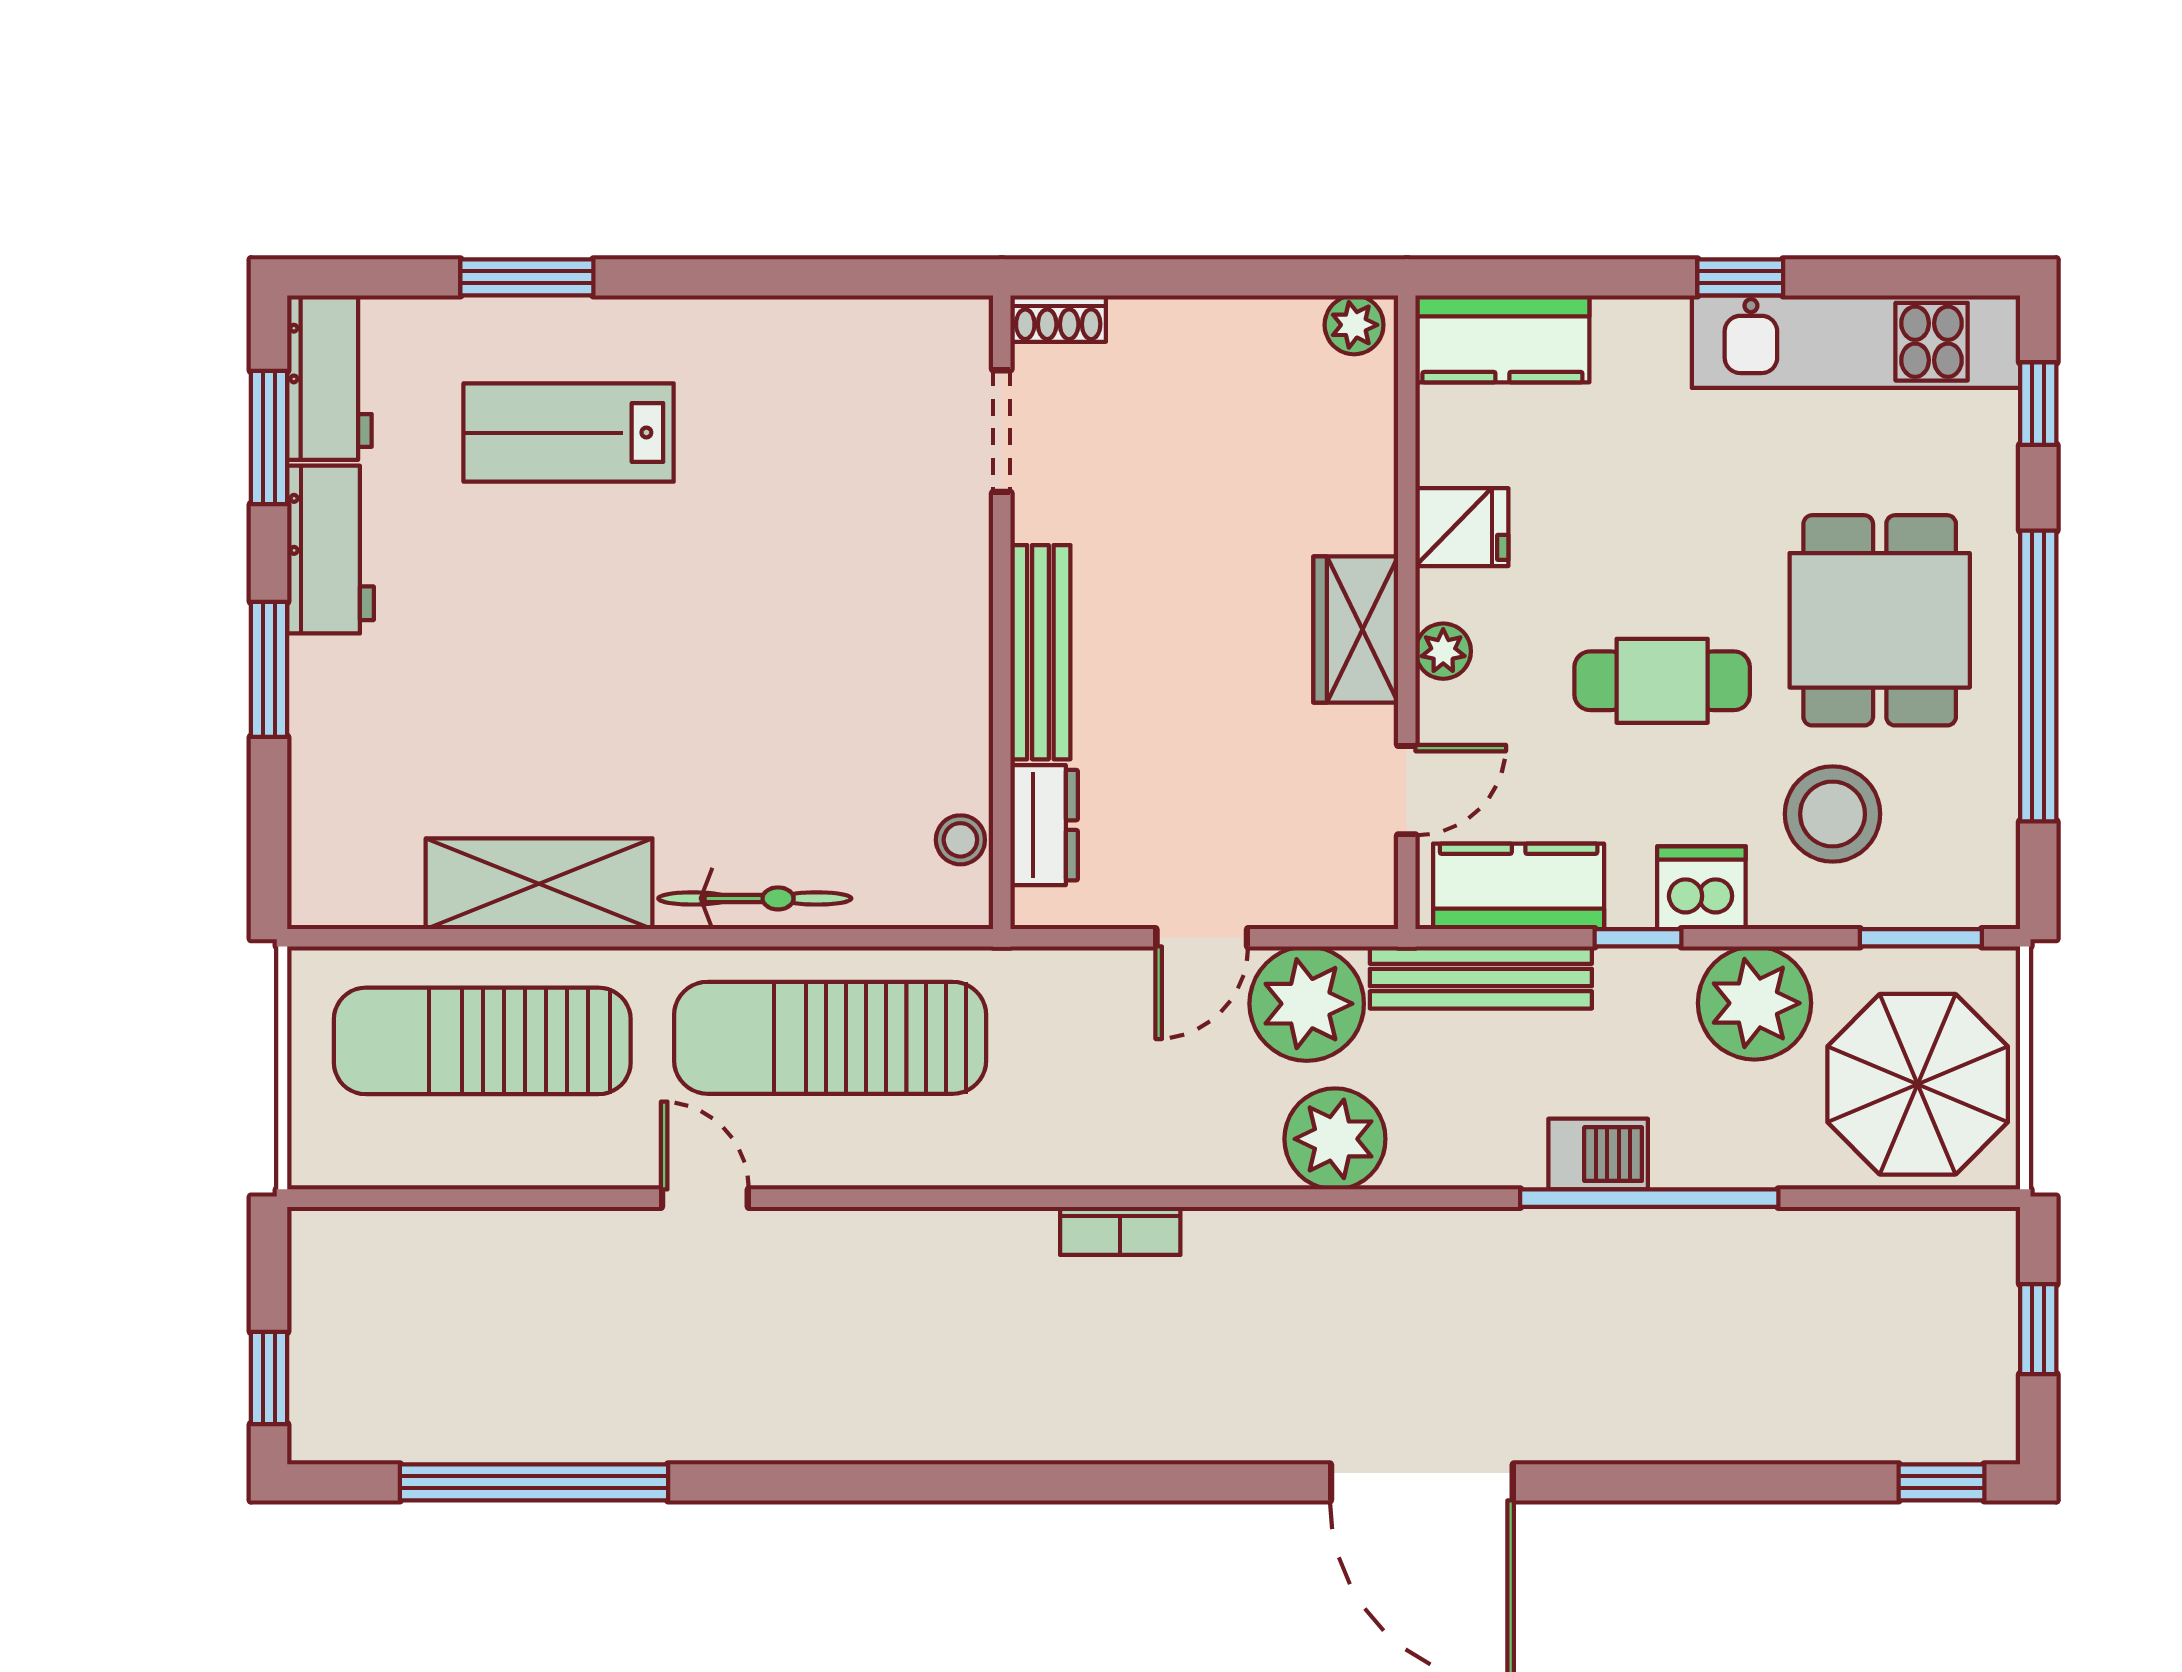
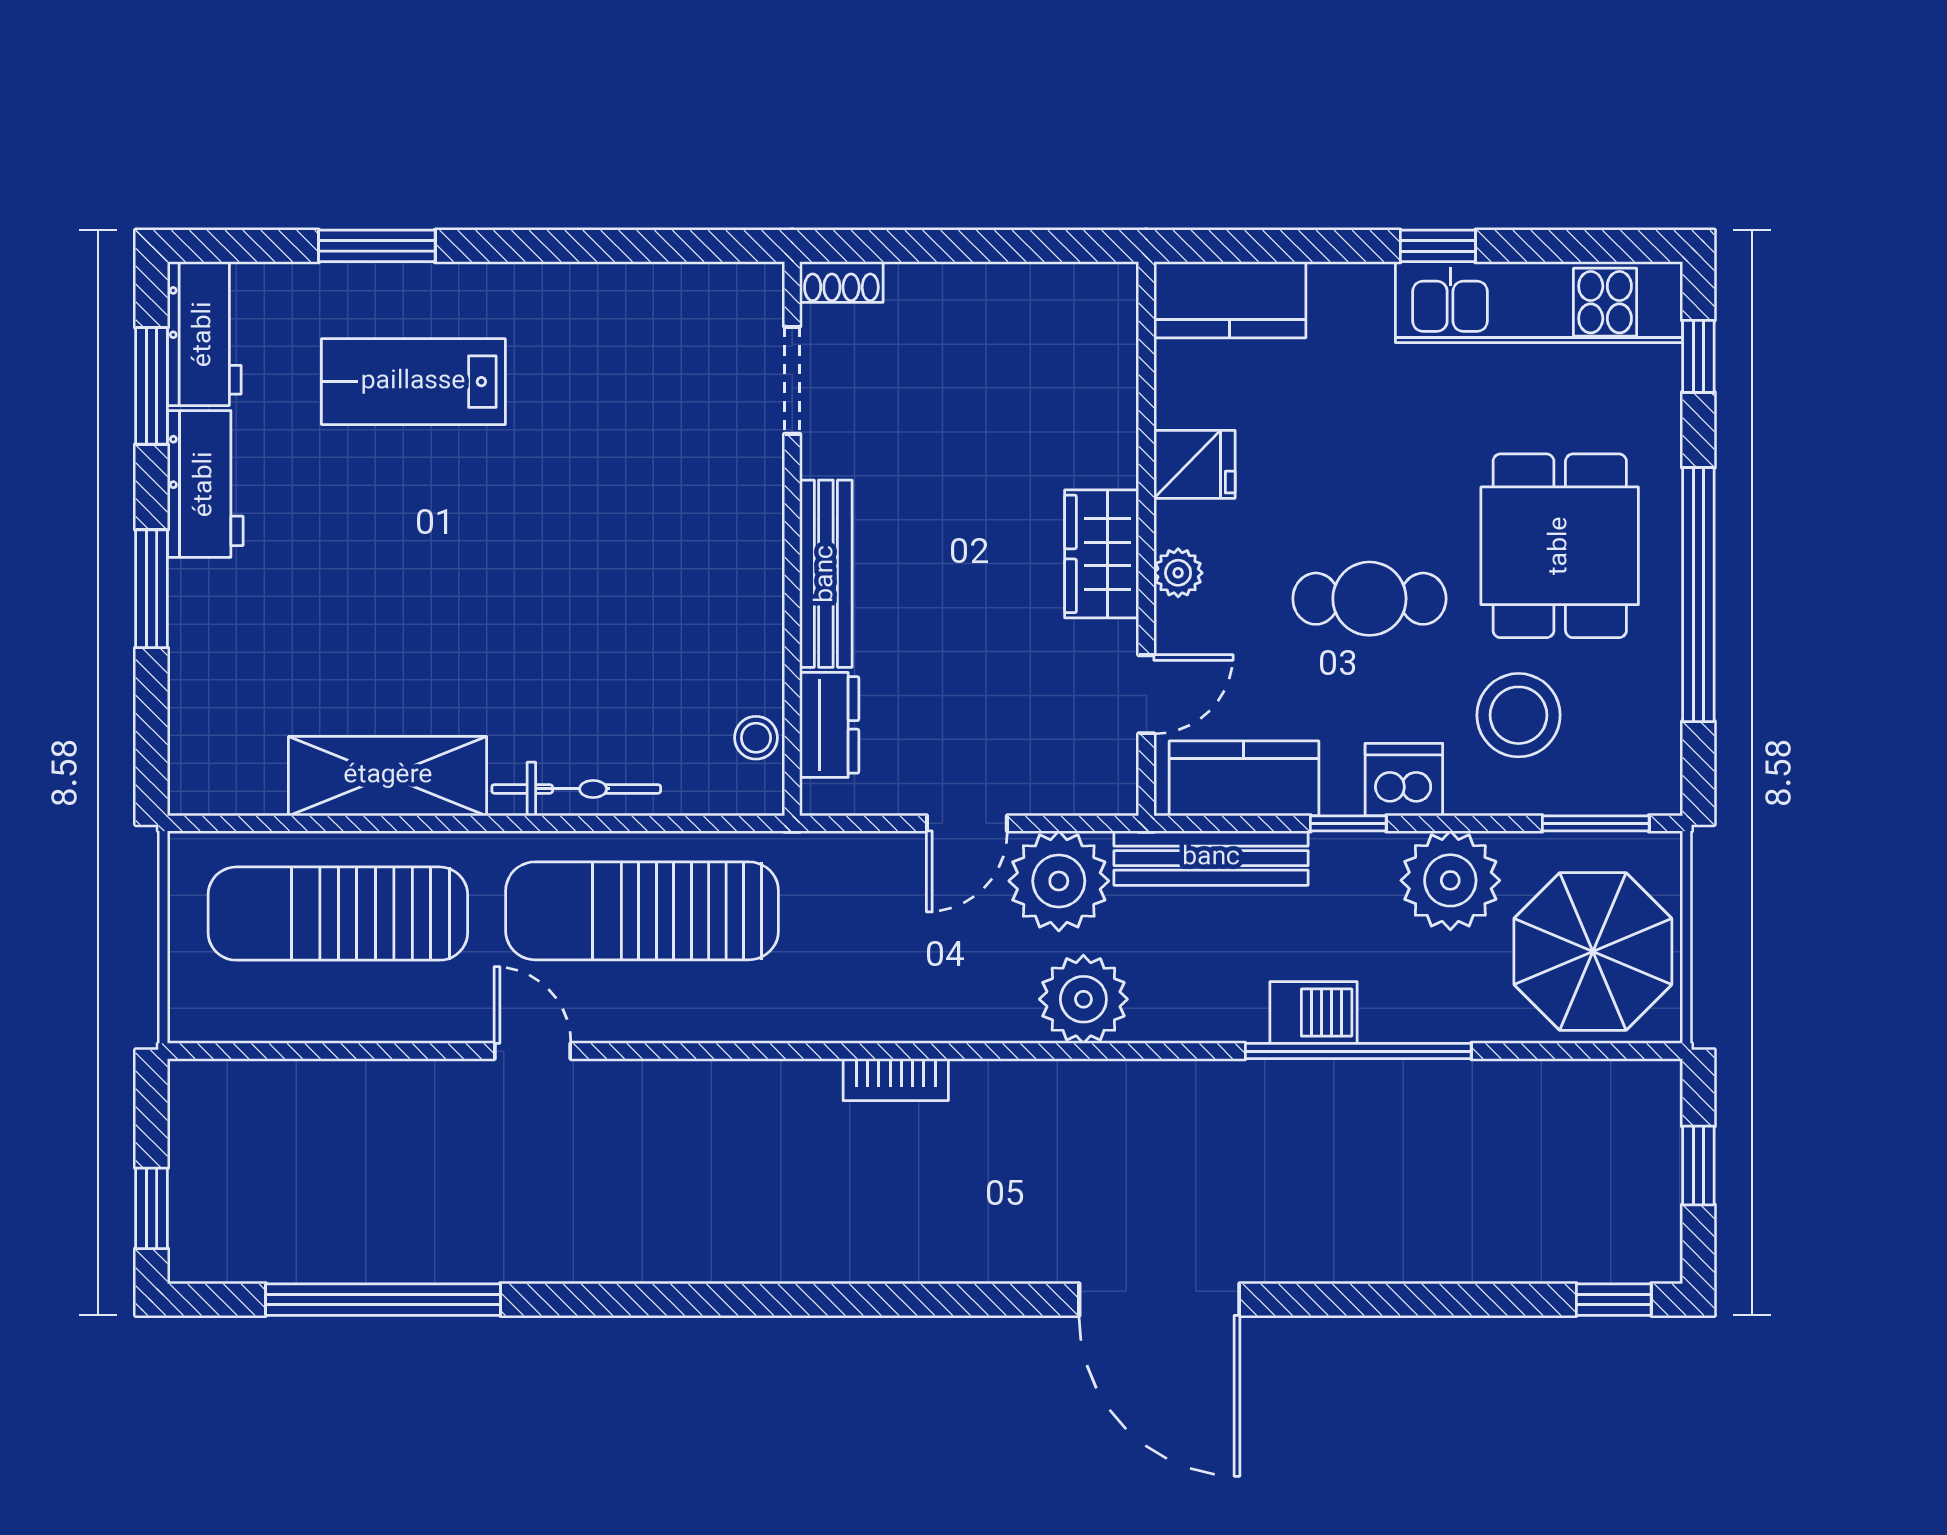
plant: (1354, 325) -> (1100, 287), removed

